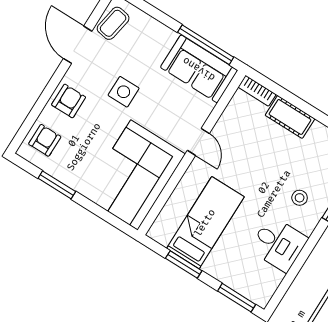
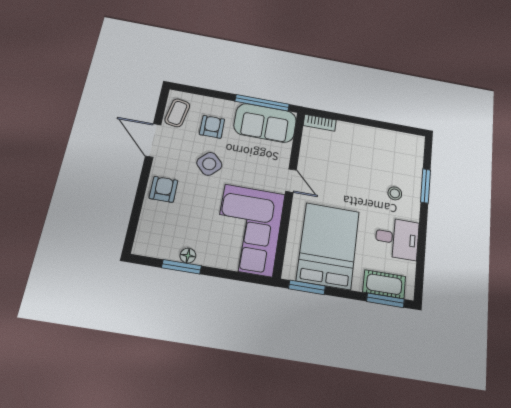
side table: (124, 92) -> (209, 164), turned 45
cot: (290, 117) -> (384, 284), moved
armchair: (45, 140) -> (212, 127), moved
floor lamp: (67, 177) -> (188, 256), added
bed: (205, 223) -> (328, 246), width x1.50
window: (184, 264) -> (307, 287), moved

